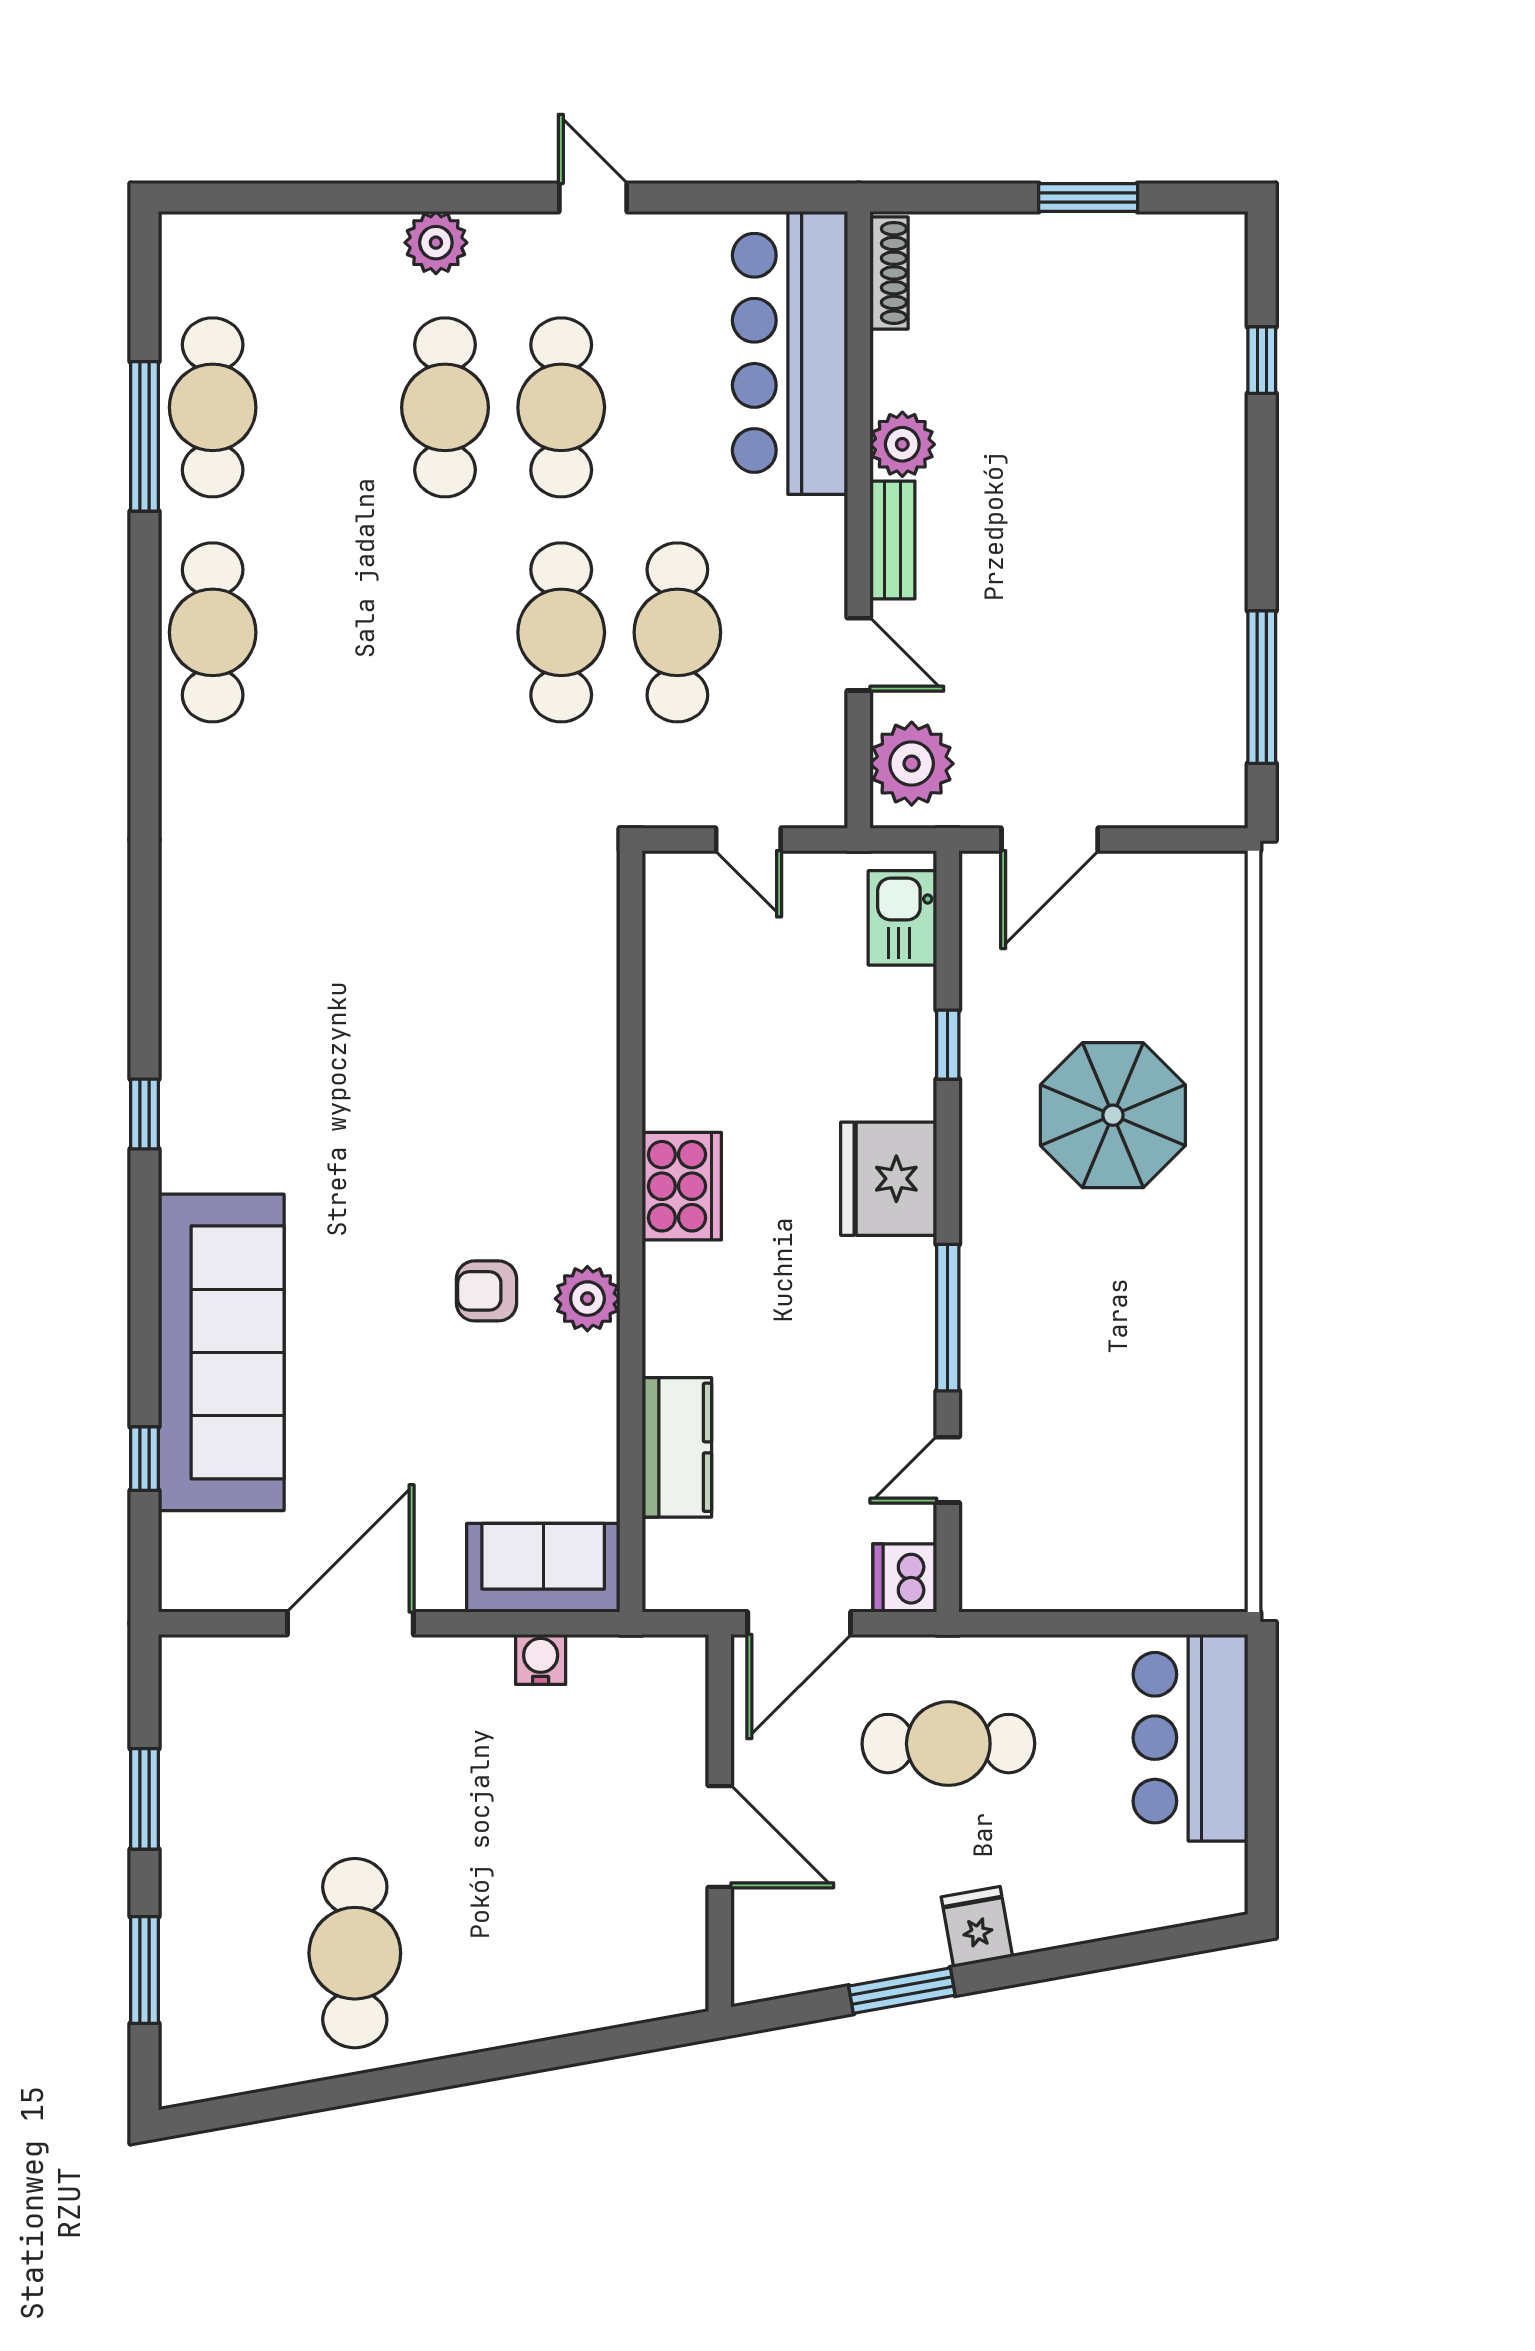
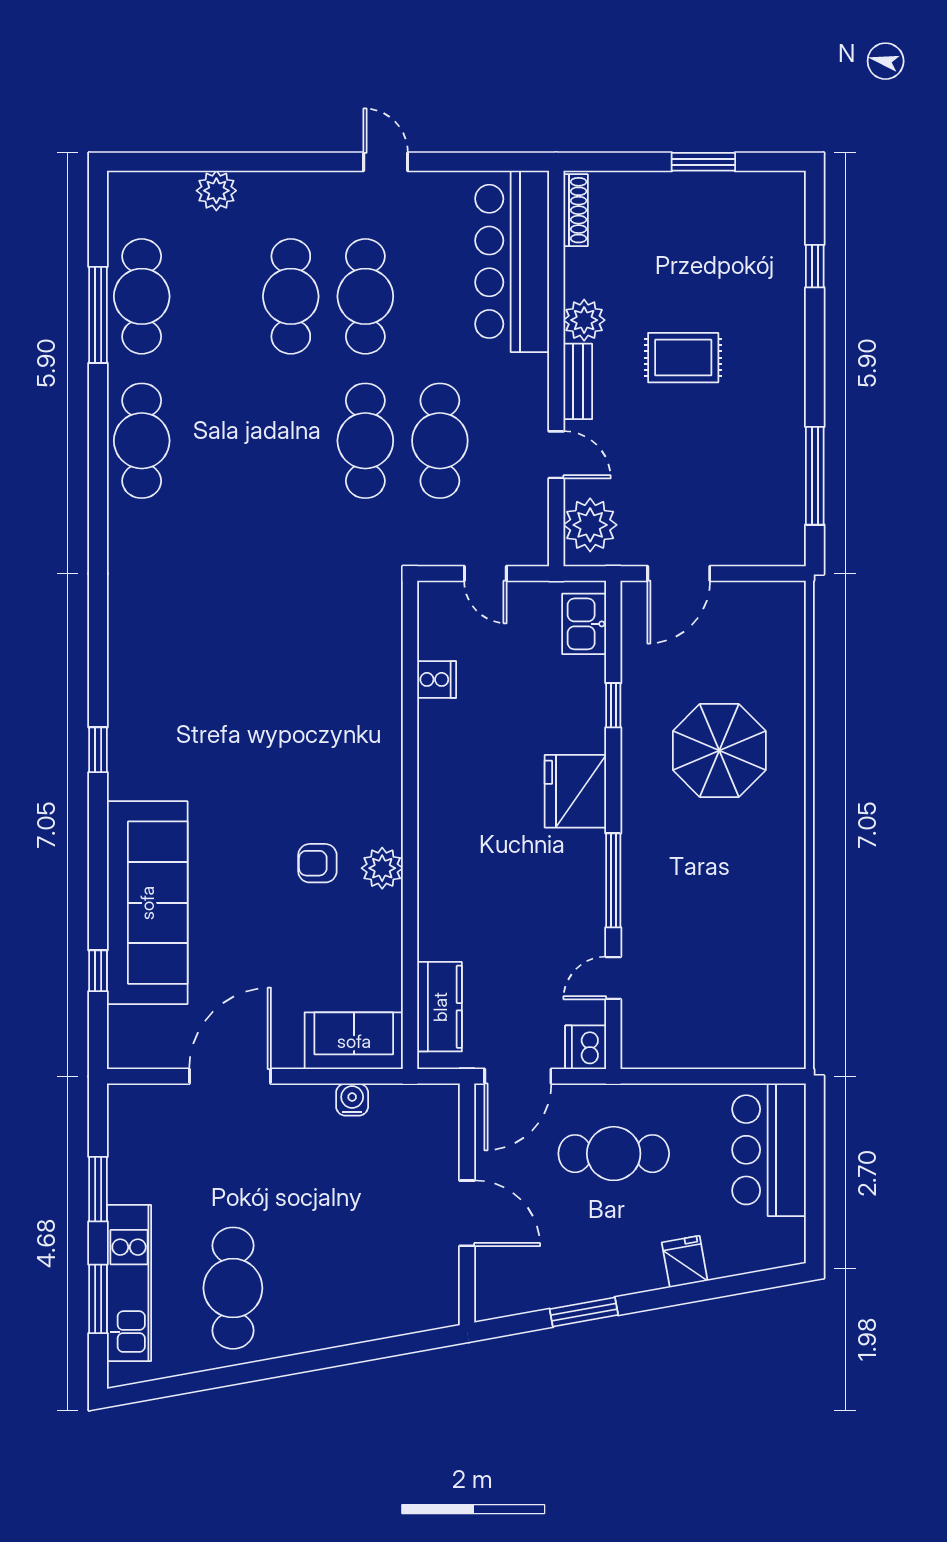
plant: (436, 243) -> (216, 191), moved
rug: (1057, 503) -> (683, 358), added
cooker: (682, 1186) -> (437, 679), moved, width x0.53, depth x0.76
kitchen counter: (677, 1447) -> (440, 1007), moved
fridge: (977, 1927) -> (685, 1262), moved
kitchen unit: (193, 1945) -> (129, 1283), added

